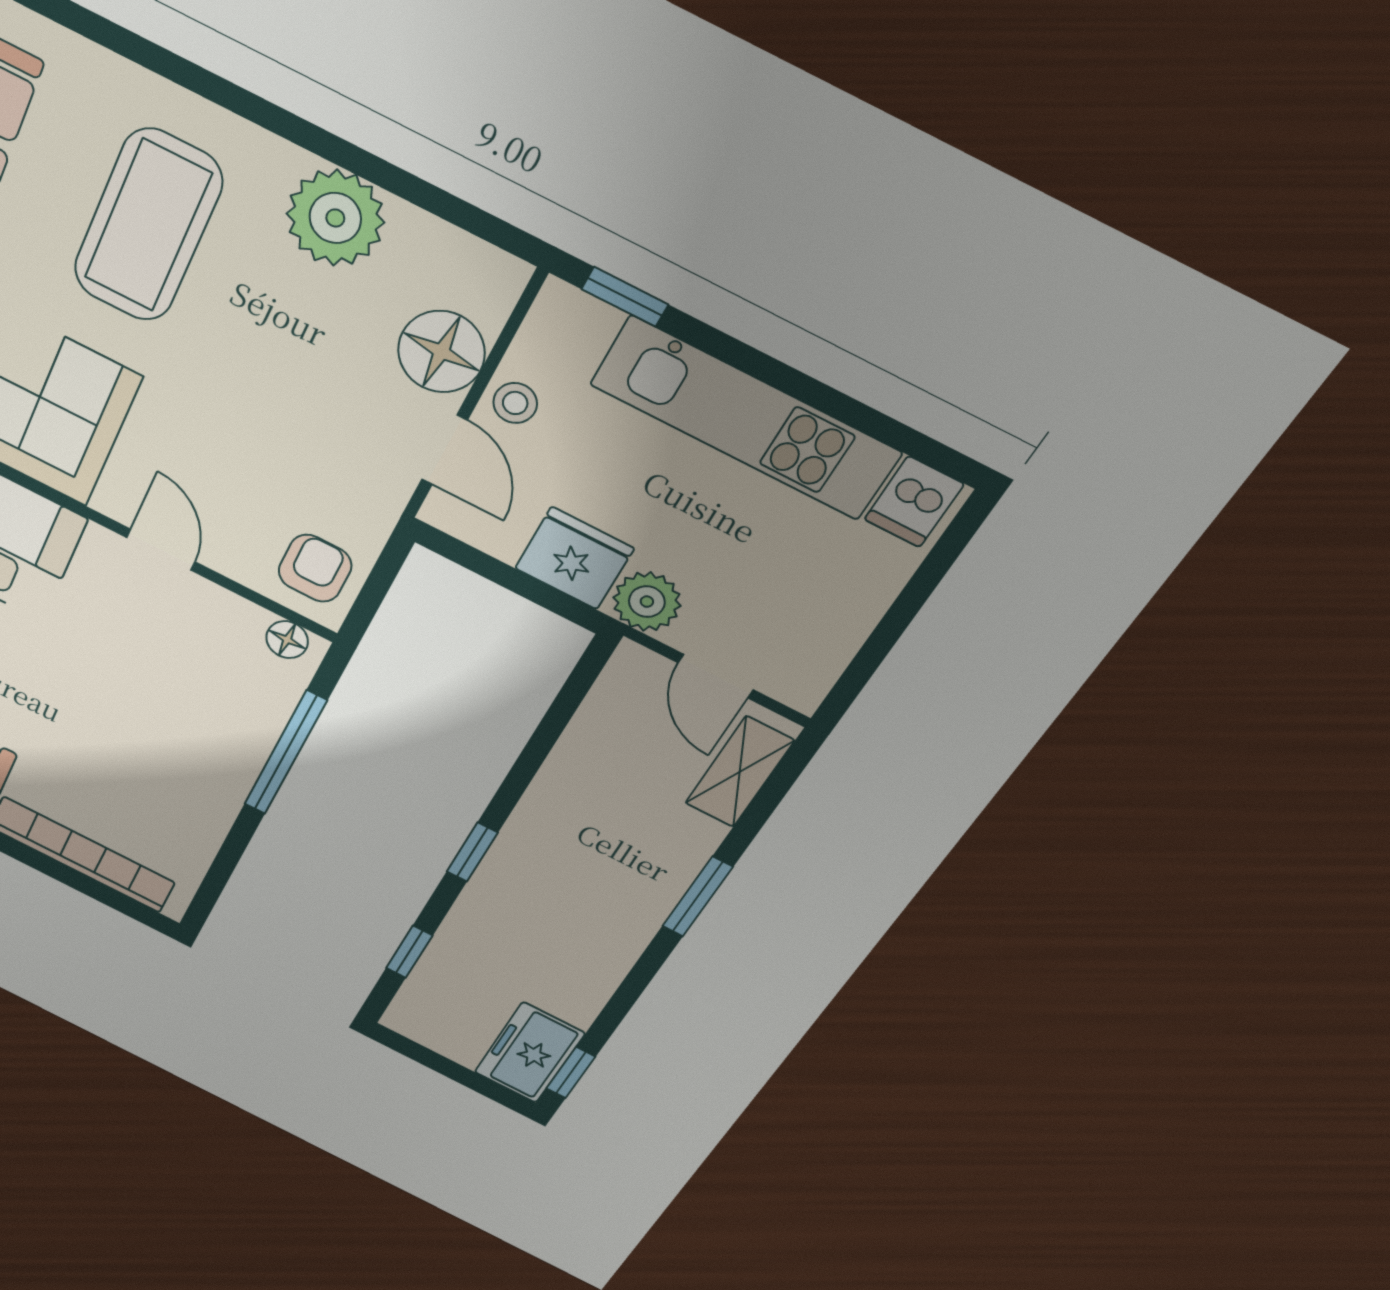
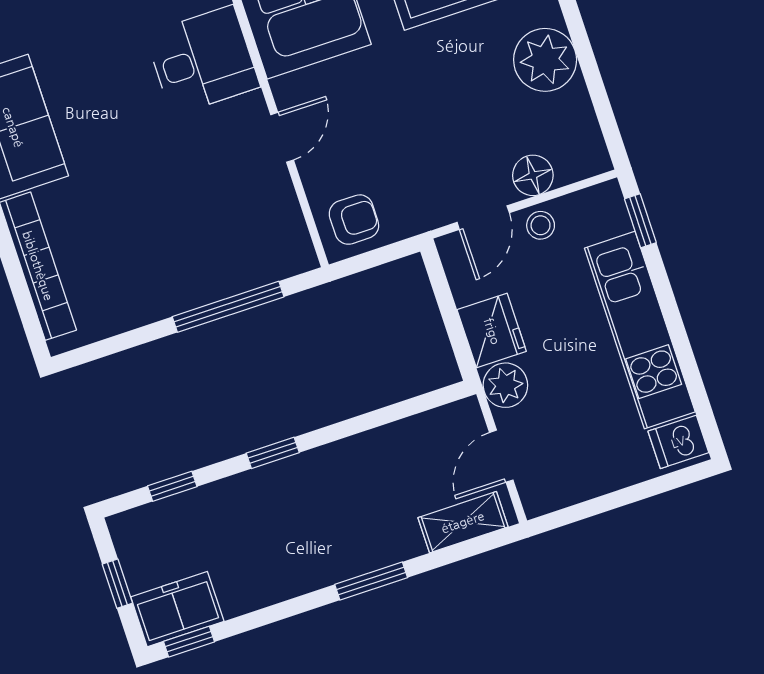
floor lamp: (441, 352) -> (533, 175), width x0.73, depth x0.73
floor lamp: (287, 640) -> (298, 244), removed
window: (450, 1069) -> (117, 584), added

